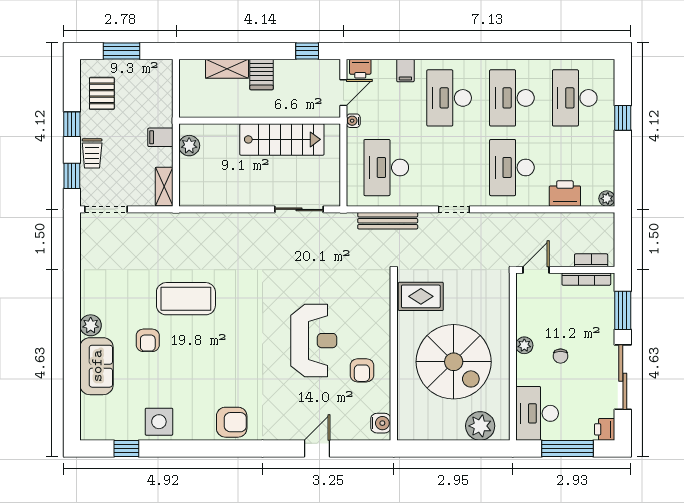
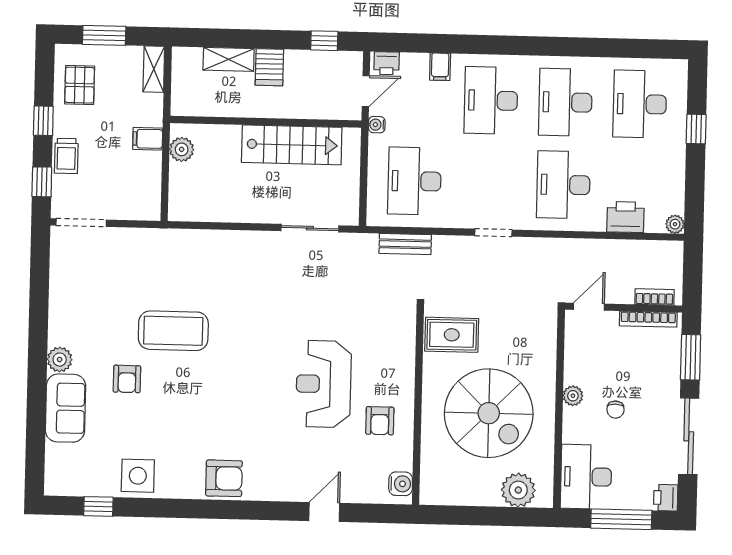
shelving: (164, 187) -> (154, 69), moved
bench: (388, 221) -> (405, 244), width x0.73
reception desk: (314, 341) -> (324, 384), turned 180

